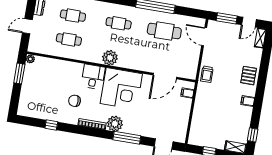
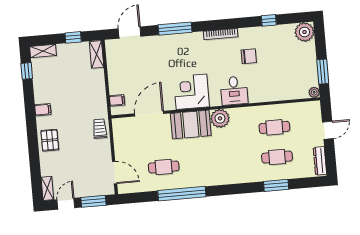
cafe table: (119, 23) -> (220, 162), removed
cafe table: (164, 31) -> (164, 167), width x0.73, depth x0.74
booth: (134, 59) -> (191, 125), added
corner desk: (121, 89) -> (191, 92), width x0.74, depth x0.74
plant: (115, 124) -> (305, 32), moved
shelving: (194, 134) -> (97, 54), added

